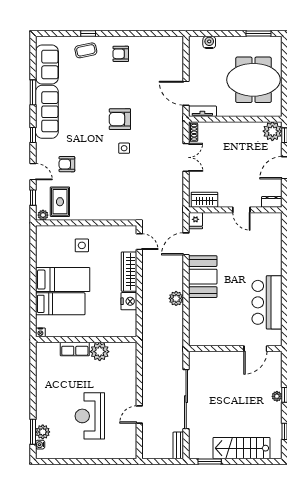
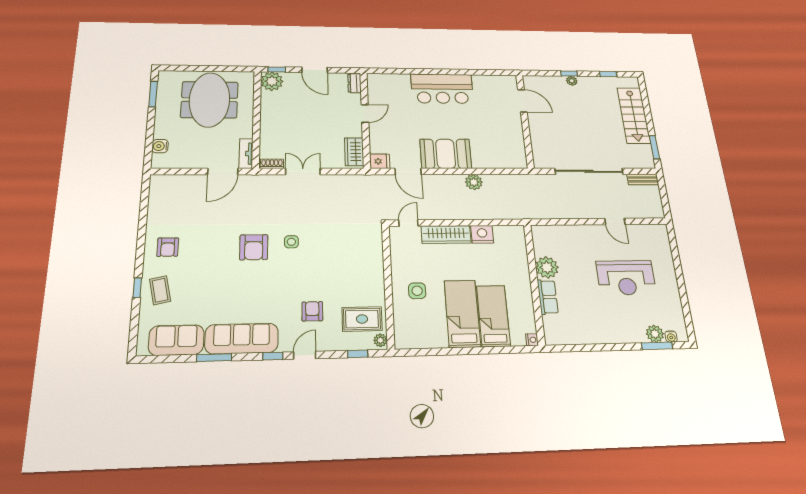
armchair: (67, 164) -> (312, 311), turned 180
door: (33, 172) -> (305, 355), moved
bar counter: (267, 302) -> (442, 89), moved

